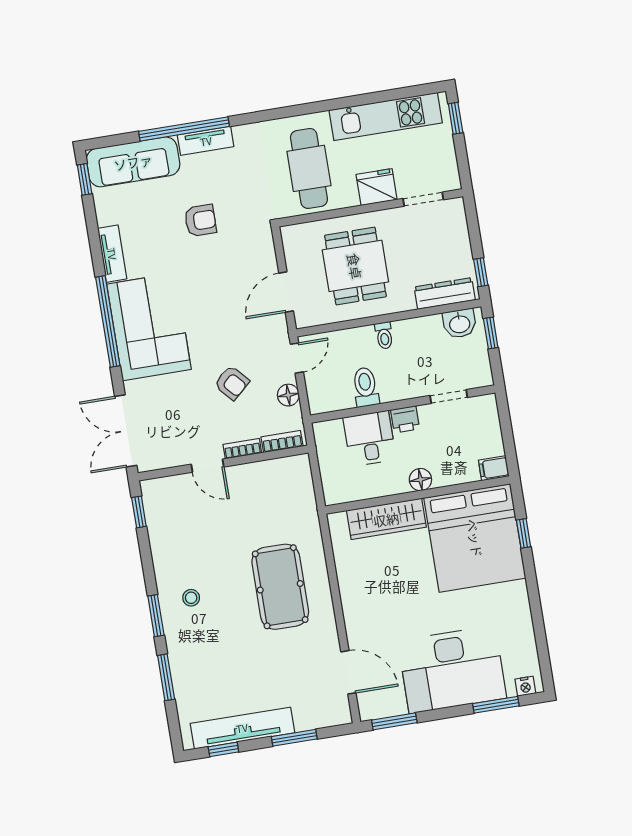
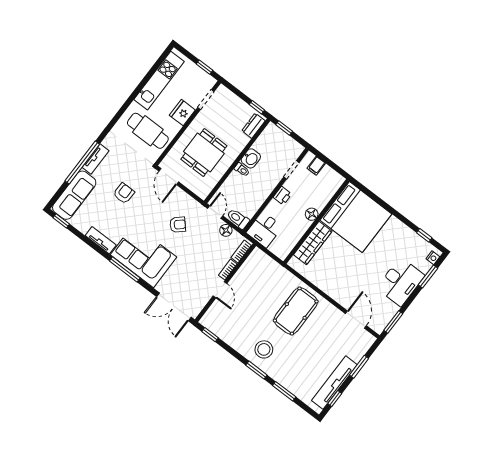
window: (456, 118) -> (204, 67), moved
dining table: (355, 266) -> (204, 153), turned 90
door: (286, 292) -> (169, 176), moved
dresser: (445, 293) -> (253, 126), width x0.70
window: (108, 321) -> (125, 269), width x0.68
washbasin: (460, 324) -> (251, 158), moved
armchair: (232, 383) -> (178, 225), moved
toilet: (366, 387) -> (238, 219), moved
desk: (370, 439) -> (264, 230), moved, turned -90
door: (207, 466) -> (220, 290), hinge flipped
filing cabinet: (494, 468) -> (316, 166), moved
window: (524, 533) -> (424, 235), moved
pool table: (280, 587) -> (296, 311), turned 90
stool: (191, 598) -> (264, 349), width x1.89, depth x1.89
desk: (452, 669) -> (401, 282), width x0.73, depth x0.77
door: (348, 672) -> (356, 320), hinge flipped

